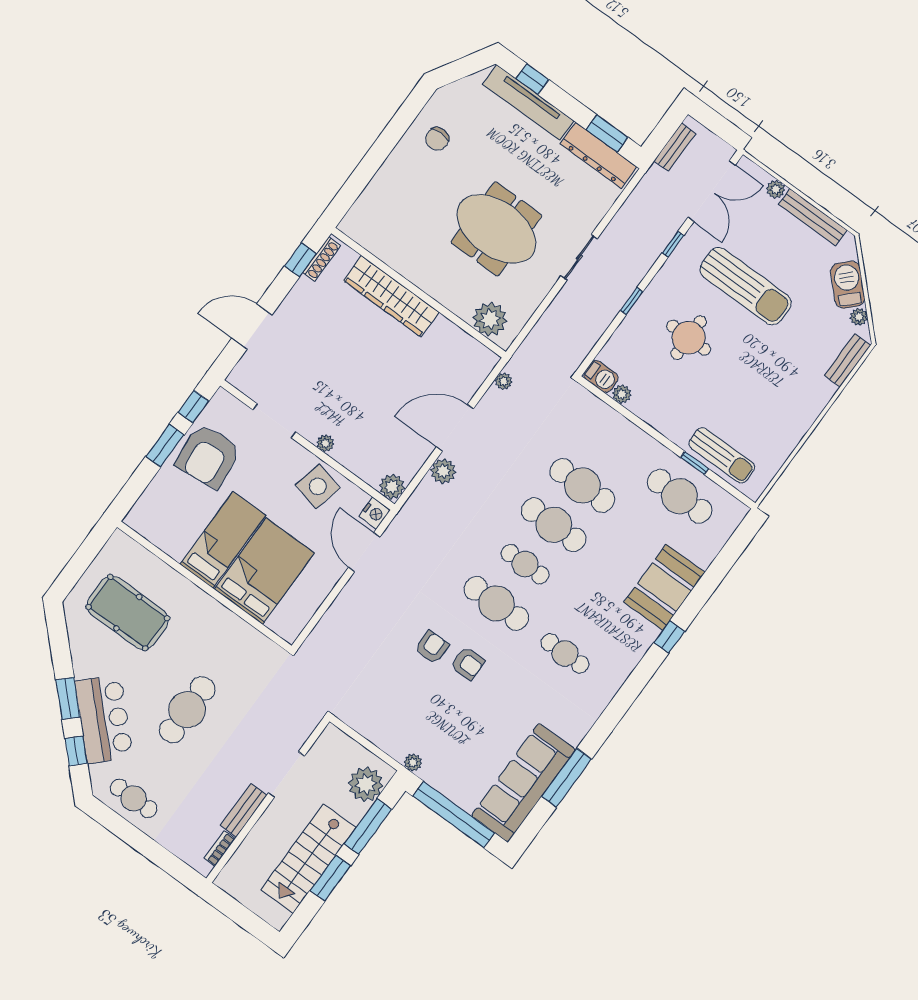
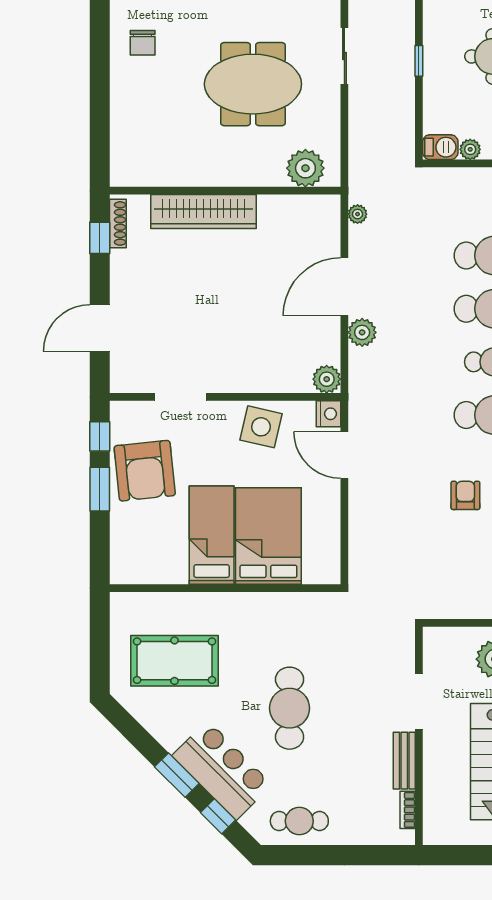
plant: (325, 443) -> (240, 384), removed

